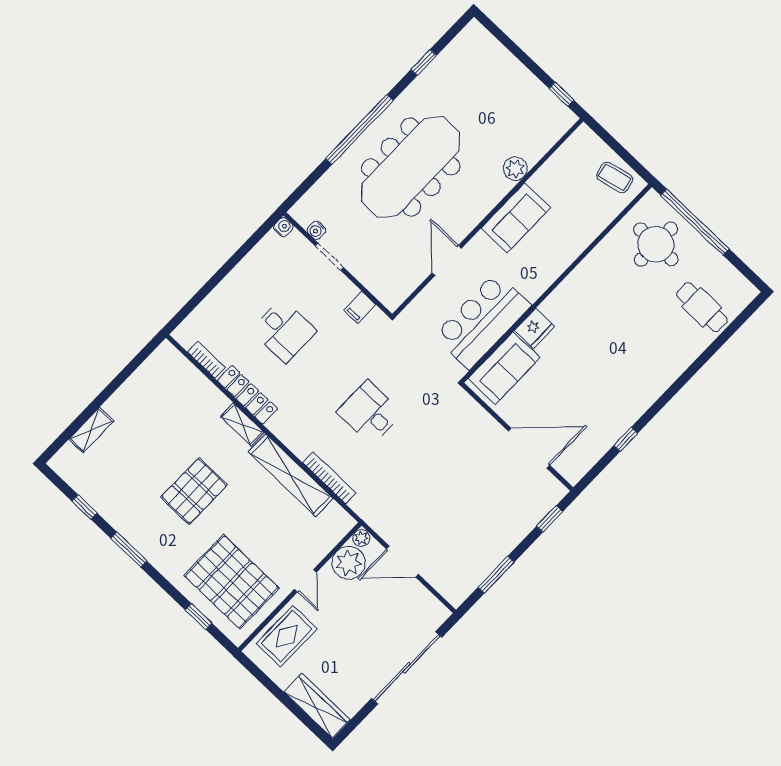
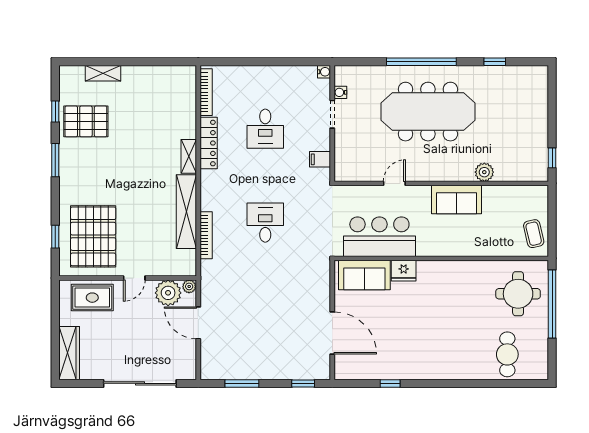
door: (447, 260) -> (394, 183), width x0.73
bookcase: (206, 360) -> (206, 92), width x1.56
pallet: (194, 491) -> (86, 121), moved

